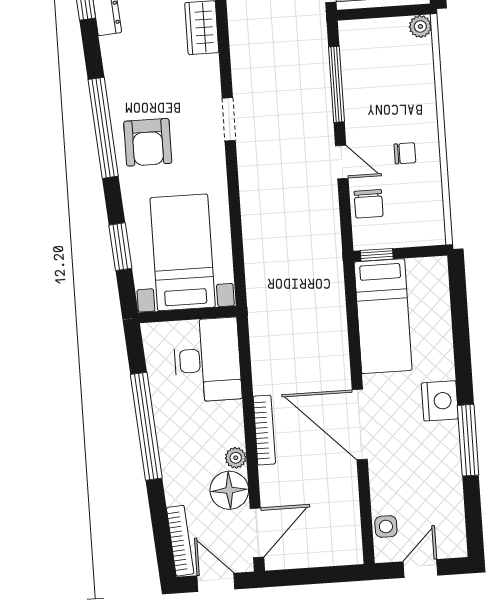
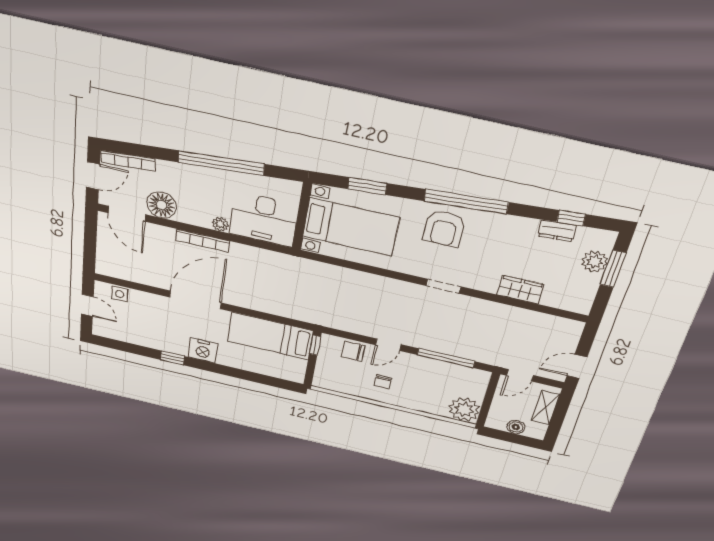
plant: (420, 26) -> (464, 409), width x1.88, depth x1.88
armchair: (148, 142) -> (444, 229), turned -90
window: (468, 440) -> (172, 358), width x0.46
plant: (236, 458) -> (220, 224), moved

